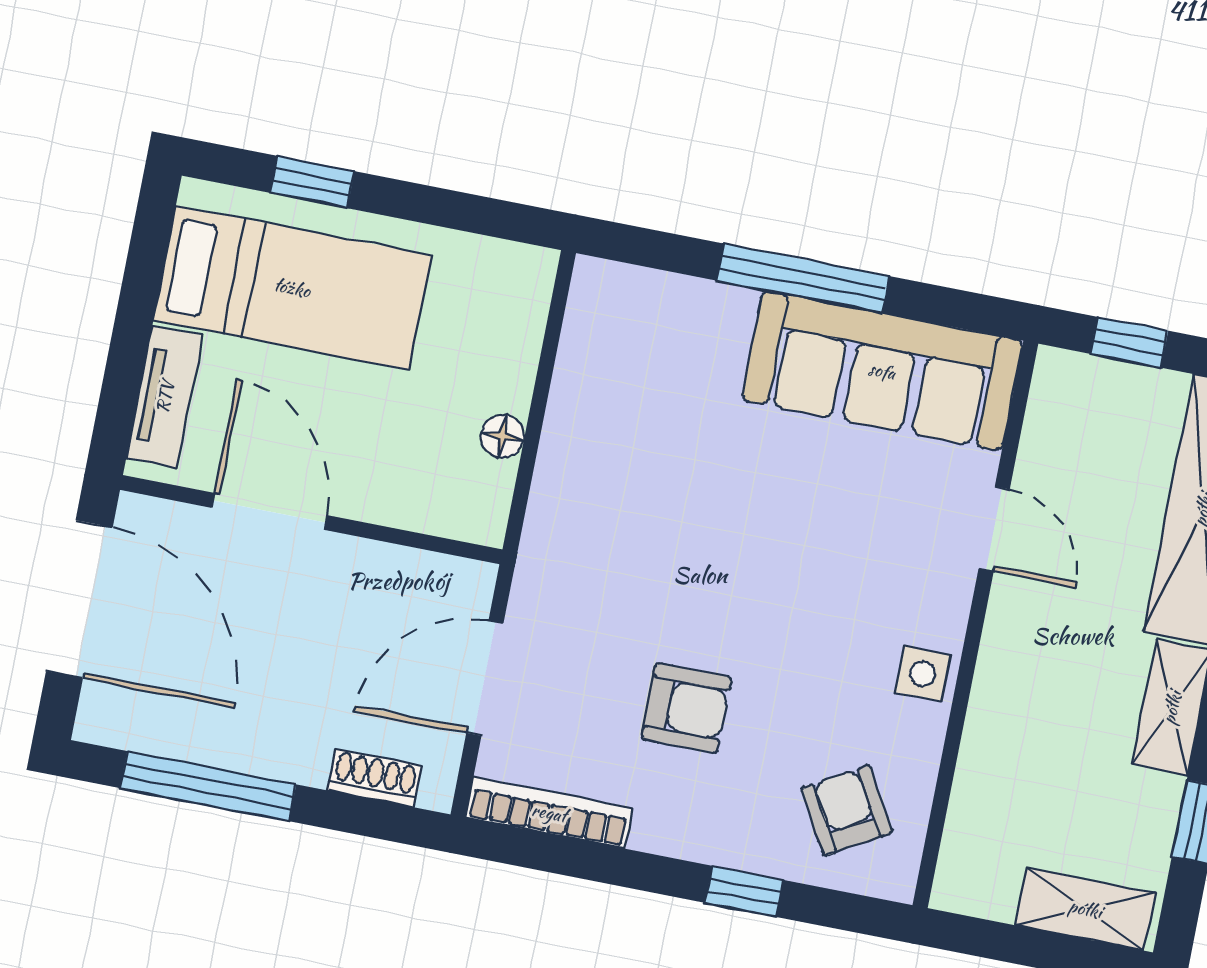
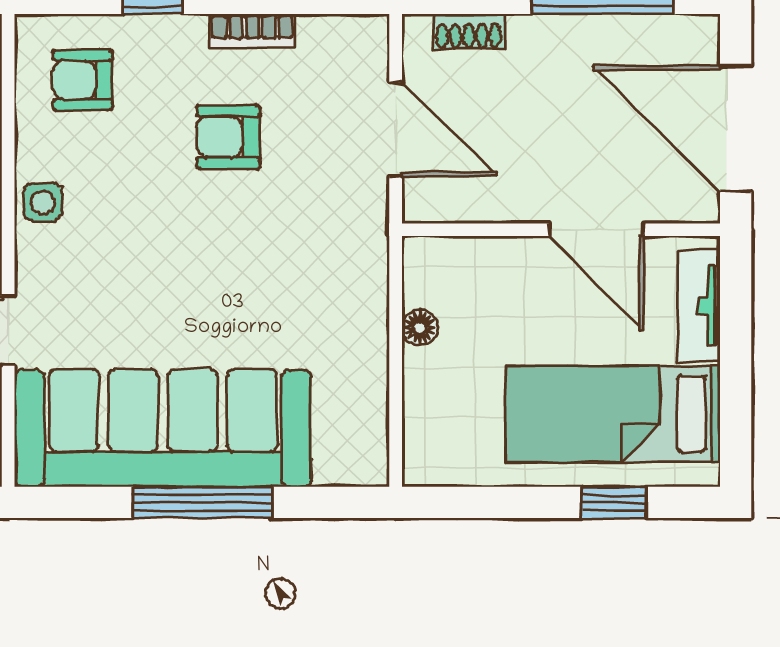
sofa: (882, 371) -> (163, 428), width x1.36, depth x1.27
door: (485, 678) -> (396, 129), hinge flipped
armchair: (847, 810) -> (83, 80), turned 120
bookcase: (549, 813) -> (252, 31), moved, width x0.64

